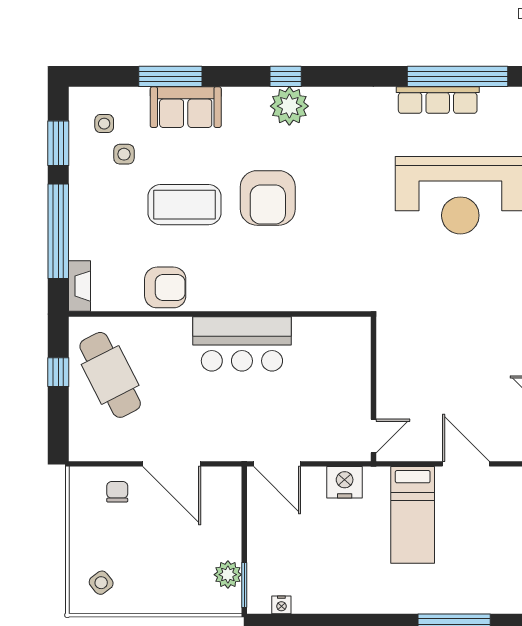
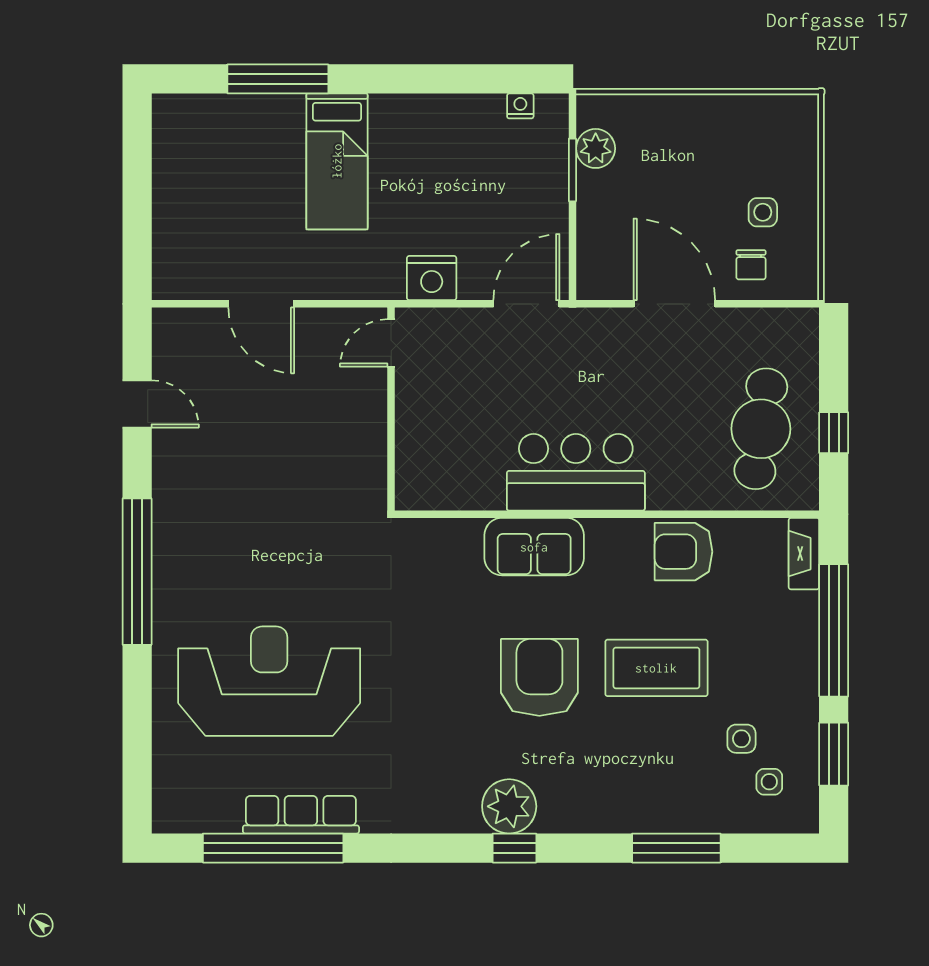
sofa: (186, 107) -> (534, 547), moved, turned 180
cafe table: (110, 375) -> (761, 429), turned 35
door: (277, 464) -> (526, 304), hinge flipped
bed: (413, 515) -> (337, 161), moved, turned 180
side table: (101, 583) -> (763, 212), moved, turned 38
window: (244, 585) -> (572, 170), moved

